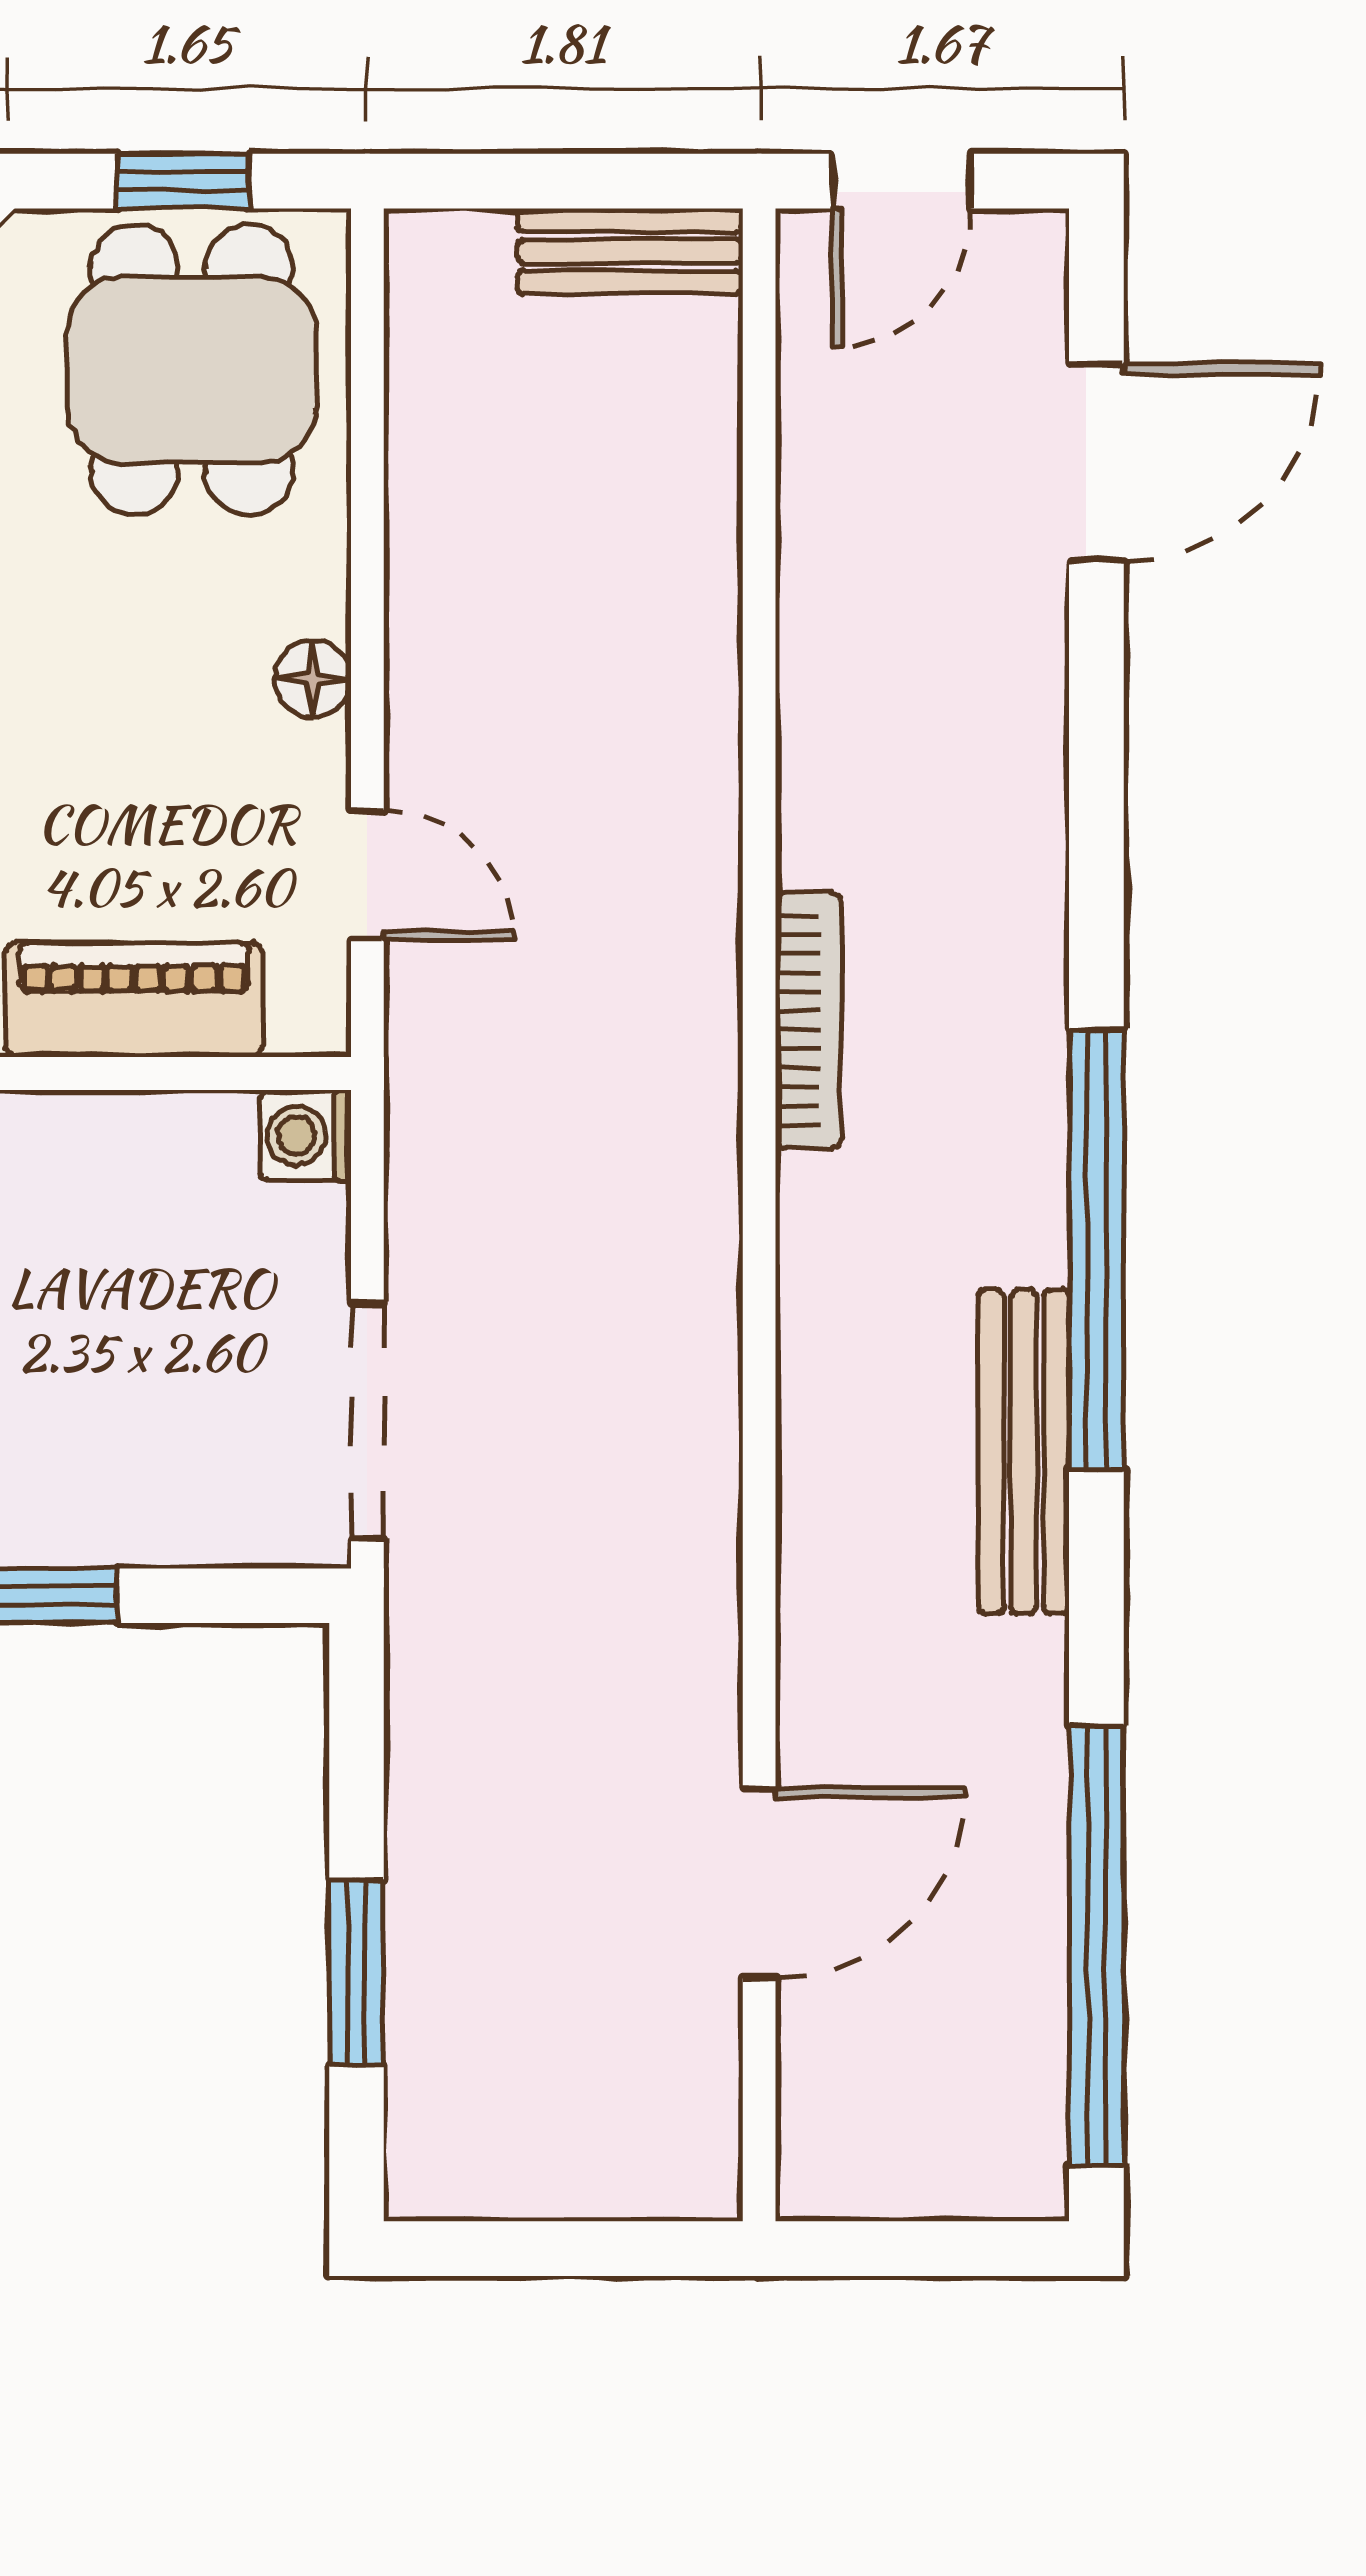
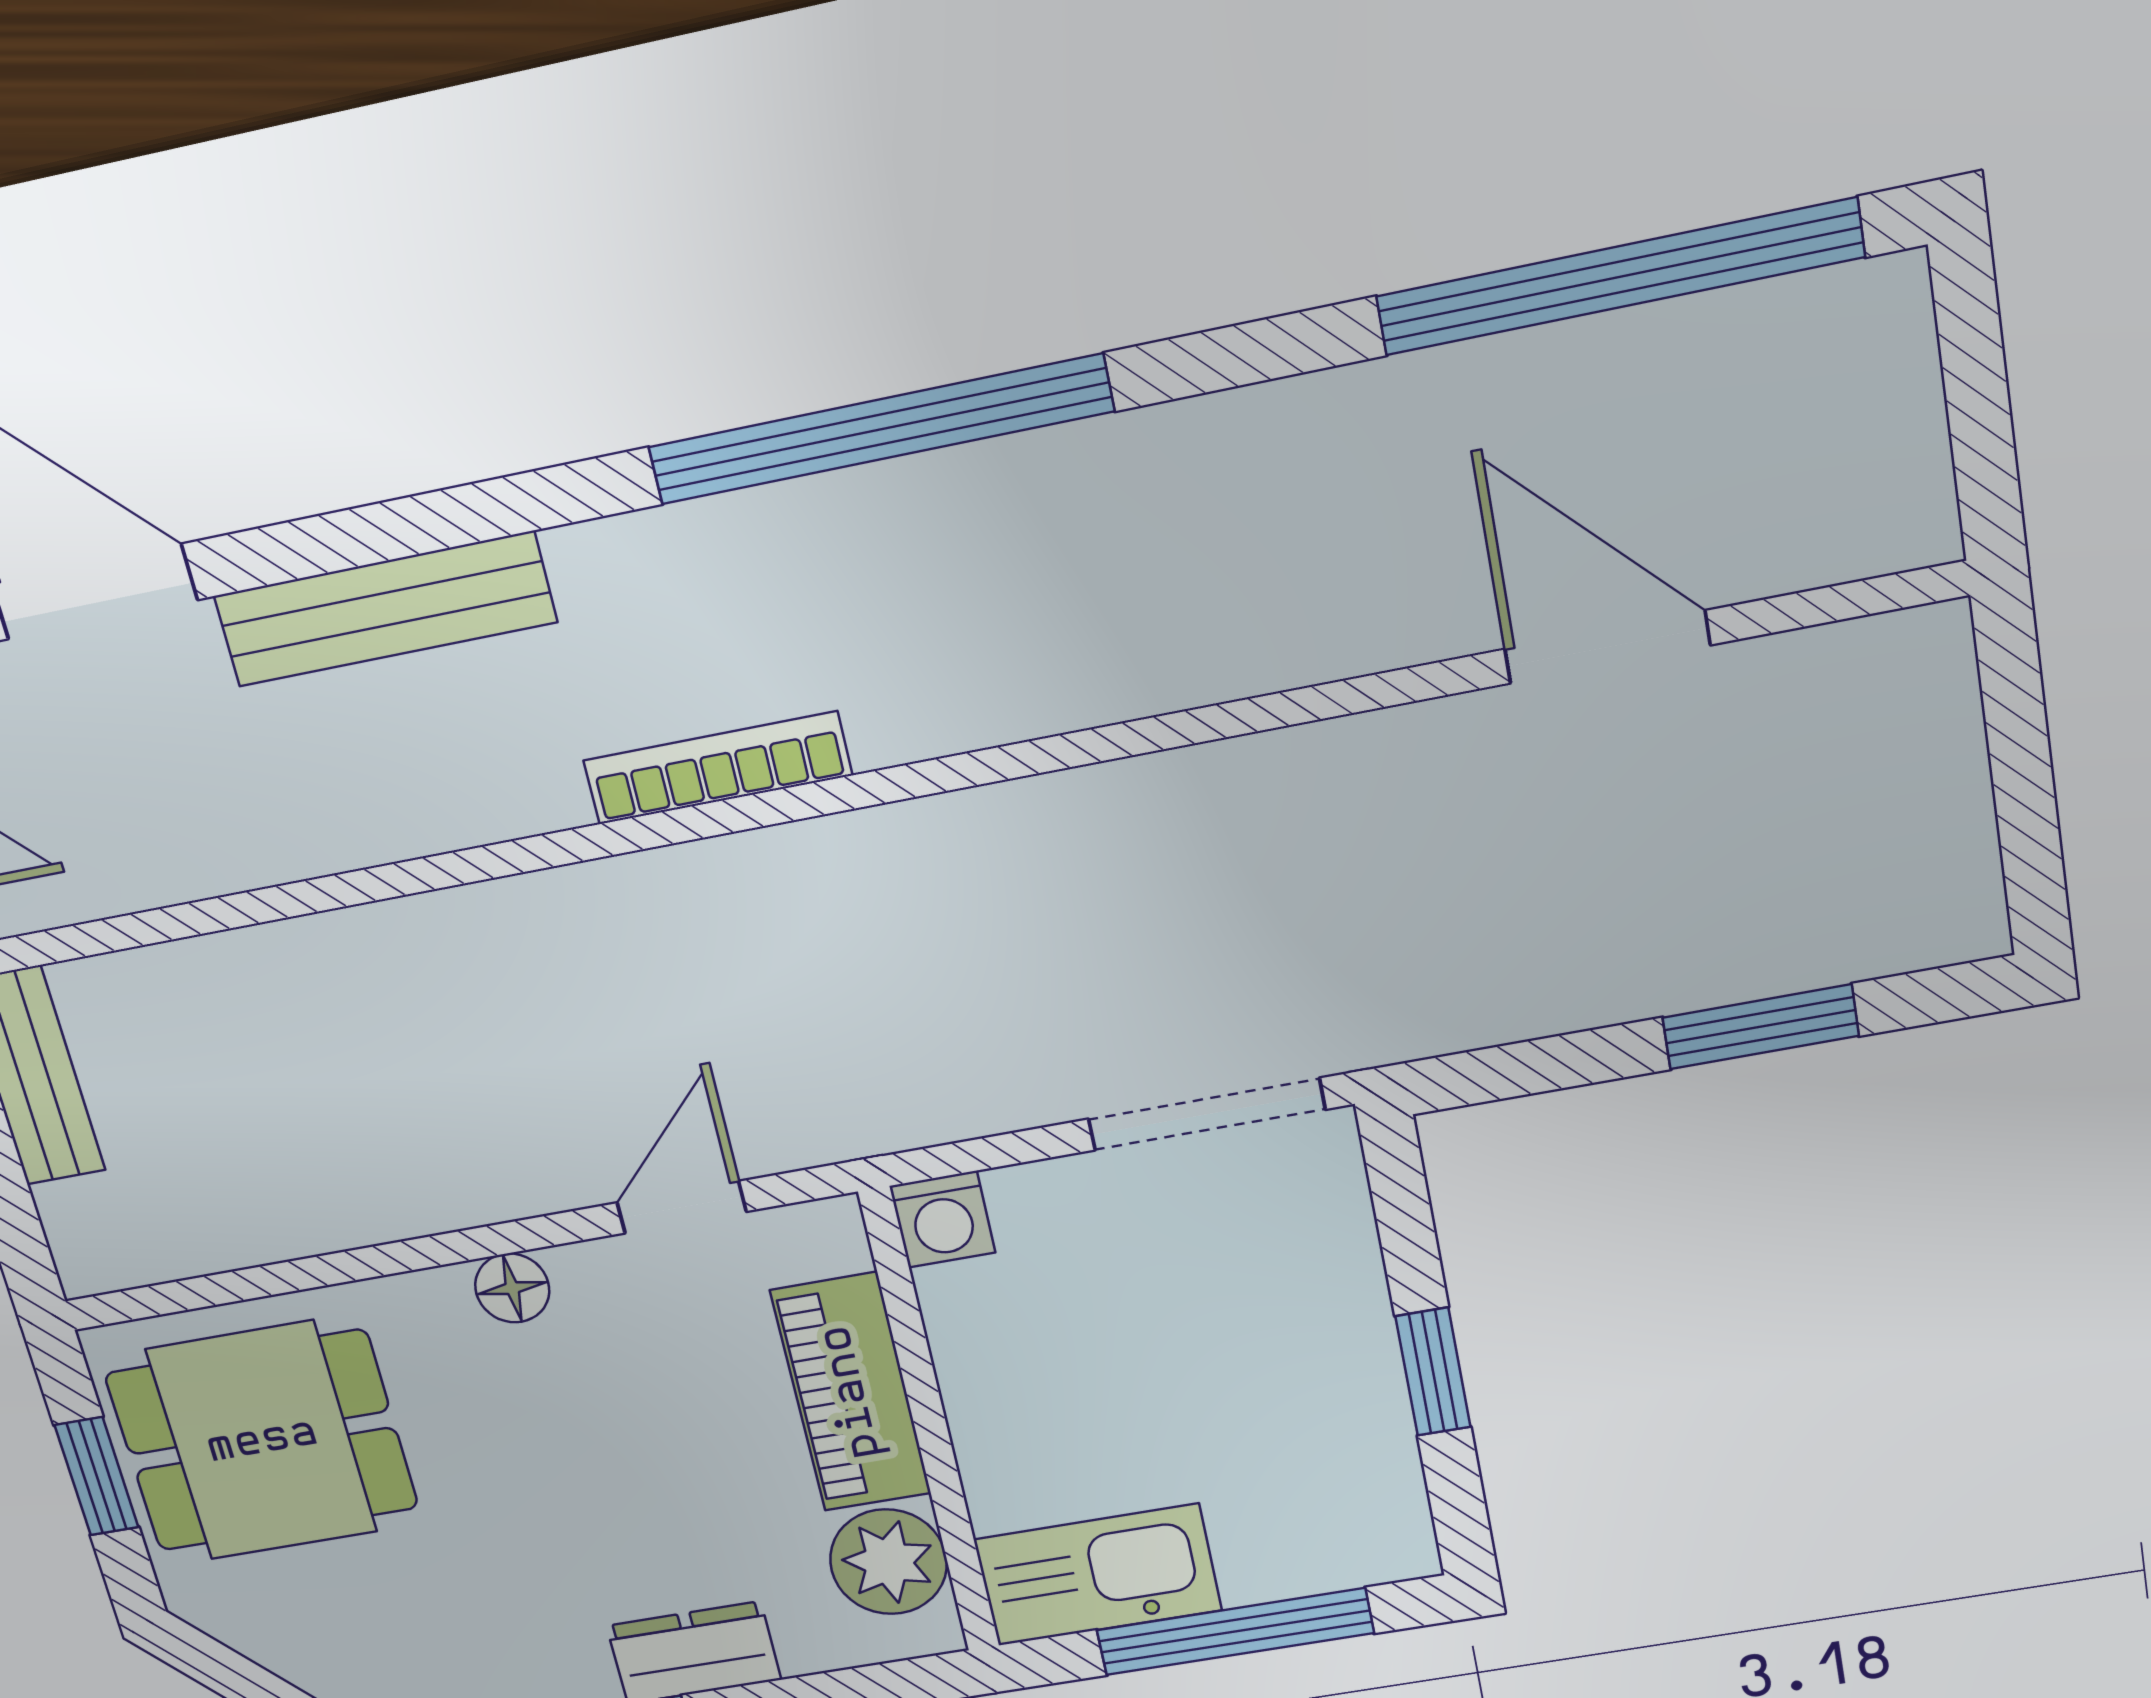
bench: (1024, 1452) -> (385, 609), moved

